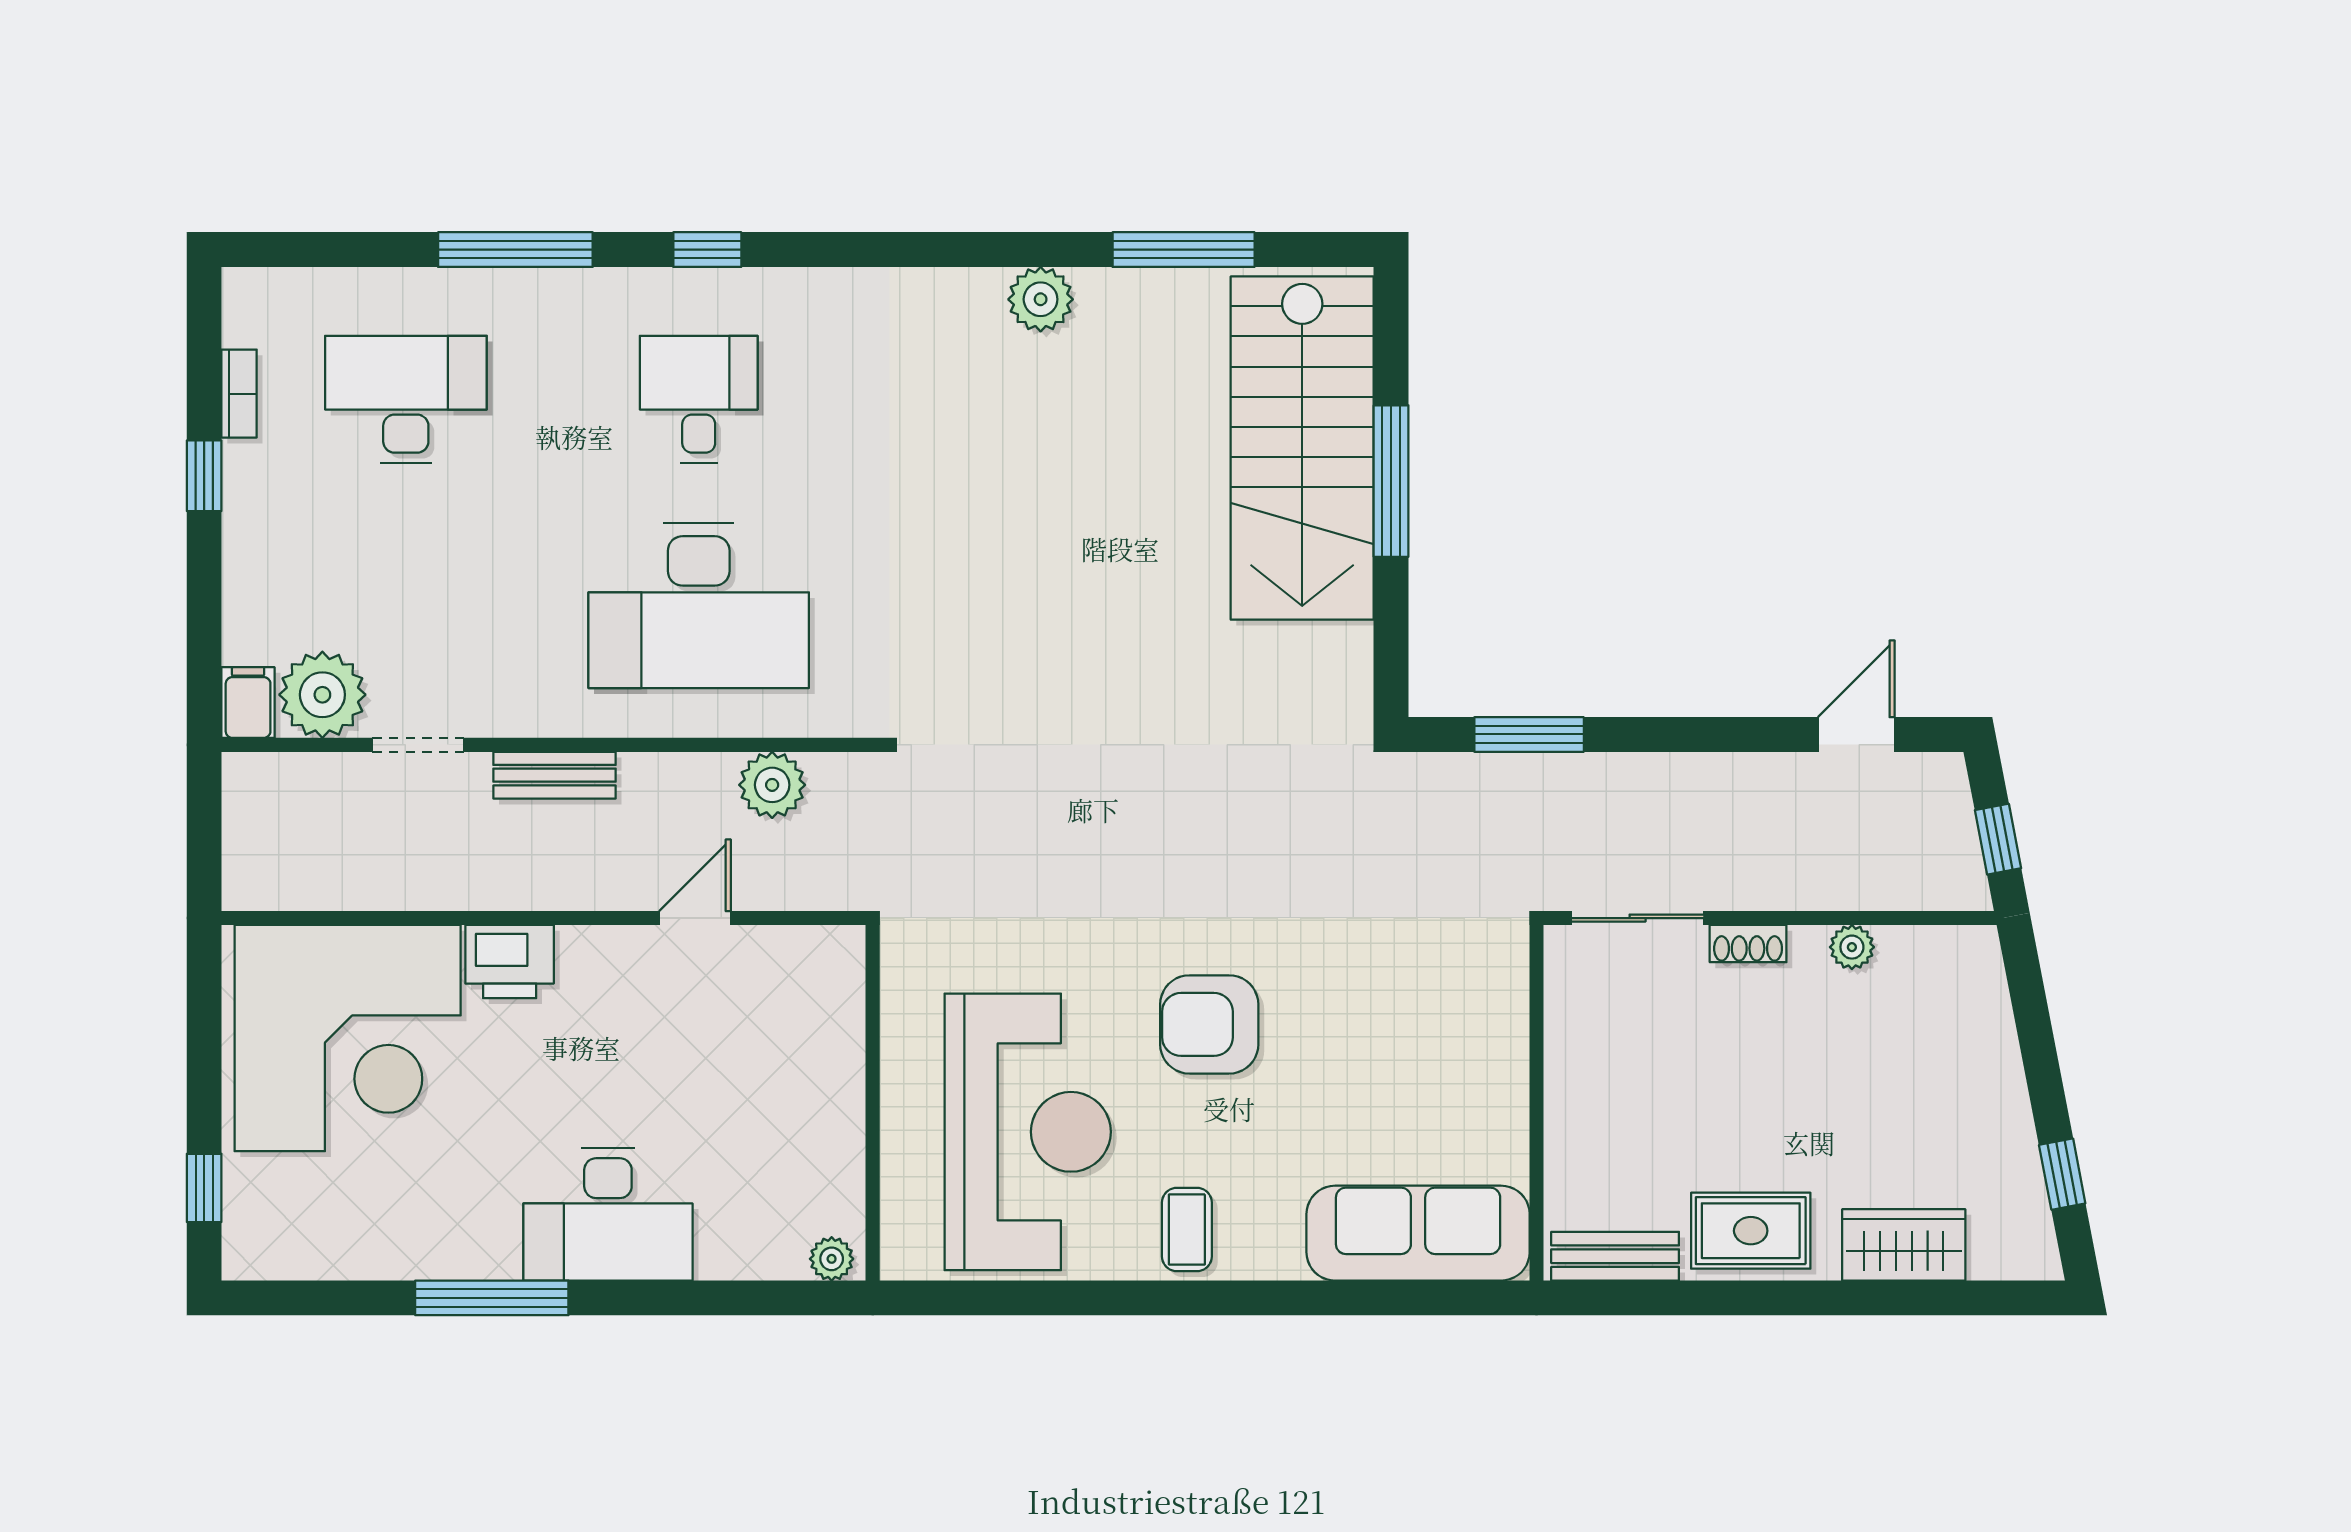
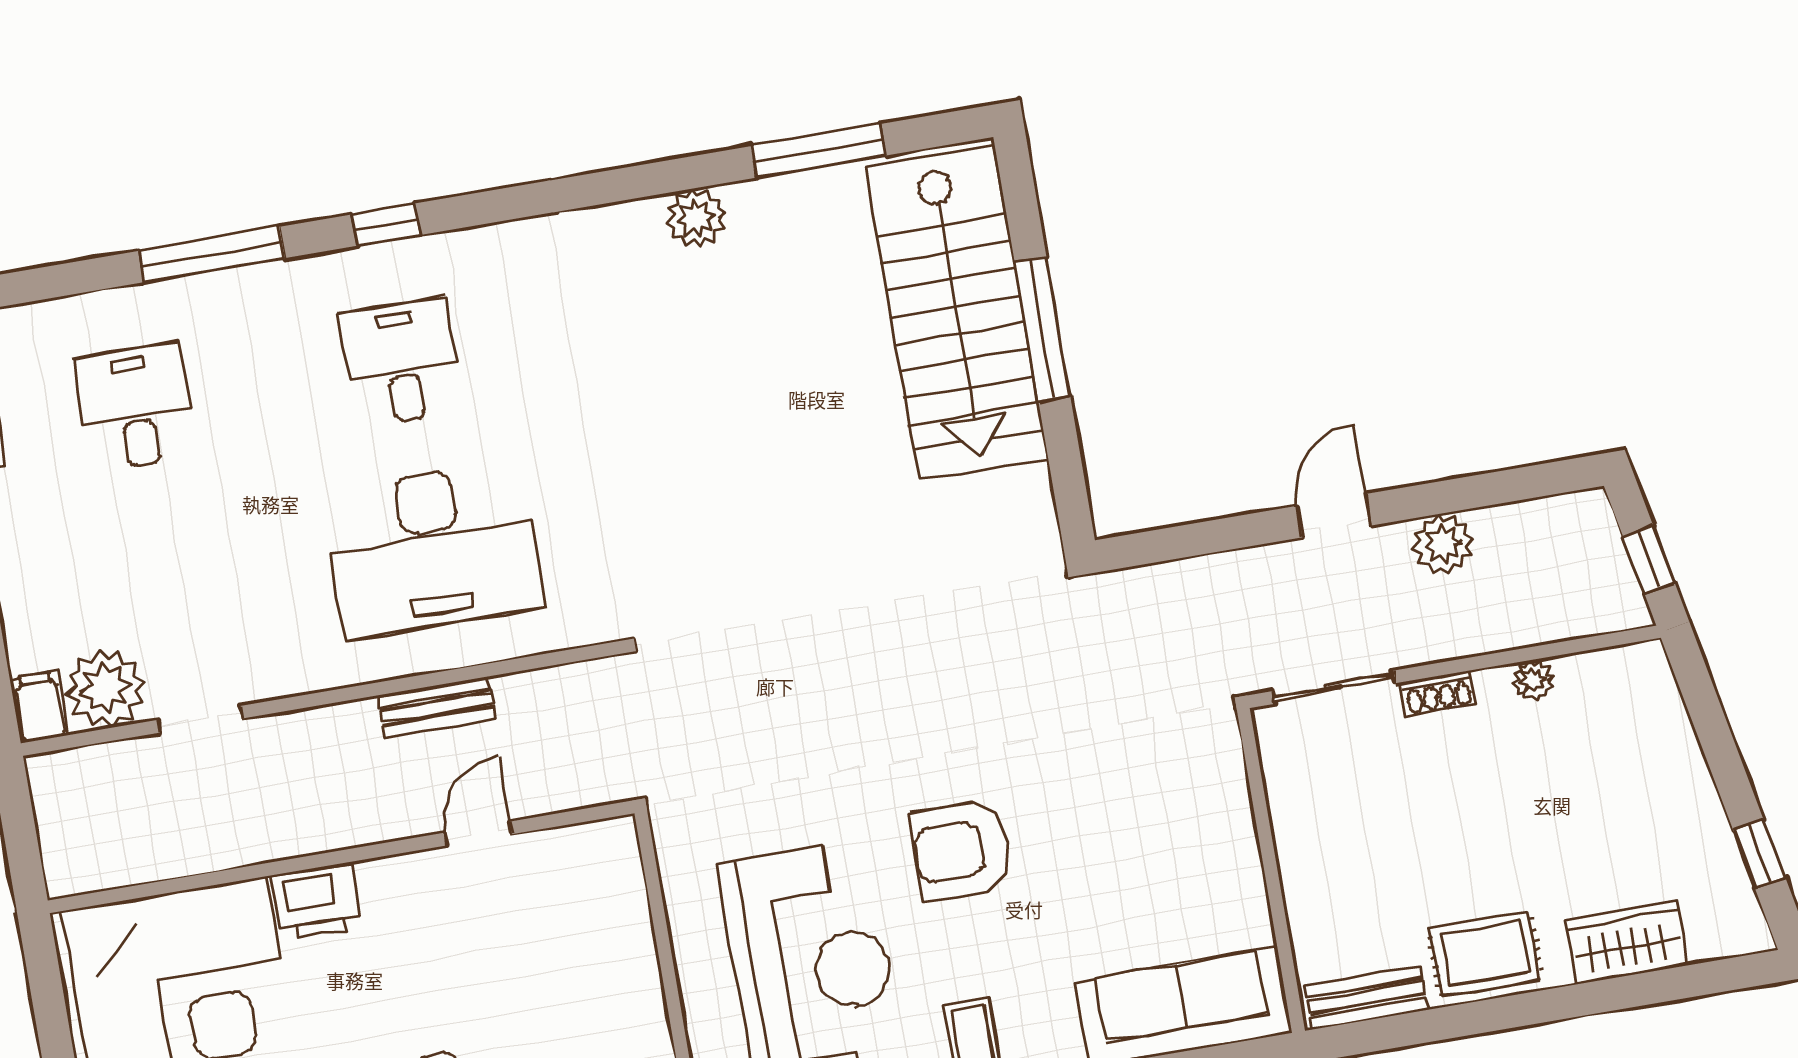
desk: (406, 399) -> (135, 407), width x0.73
window: (1529, 734) -> (1207, 537), removed
door: (1856, 734) -> (1334, 516), moved
bench: (554, 775) -> (436, 707), moved
plant: (772, 785) -> (1443, 544), moved

